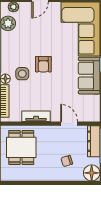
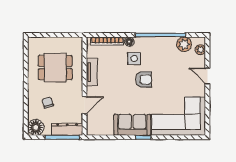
armchair: (43, 64) -> (144, 79), turned 180
dining table: (21, 147) -> (55, 68), moved

